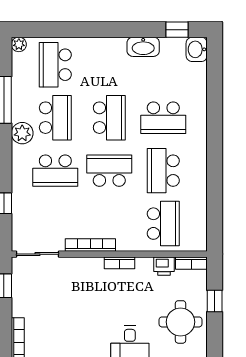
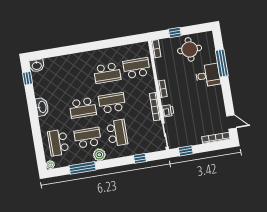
washbasin: (143, 47) -> (42, 107), moved
school desk: (55, 65) -> (58, 143), turned 90
school desk: (109, 118) -> (83, 108), turned 180
school desk: (163, 118) -> (78, 78), removed
school desk: (109, 171) -> (112, 103), turned 90
printer: (164, 266) -> (168, 111), moved

